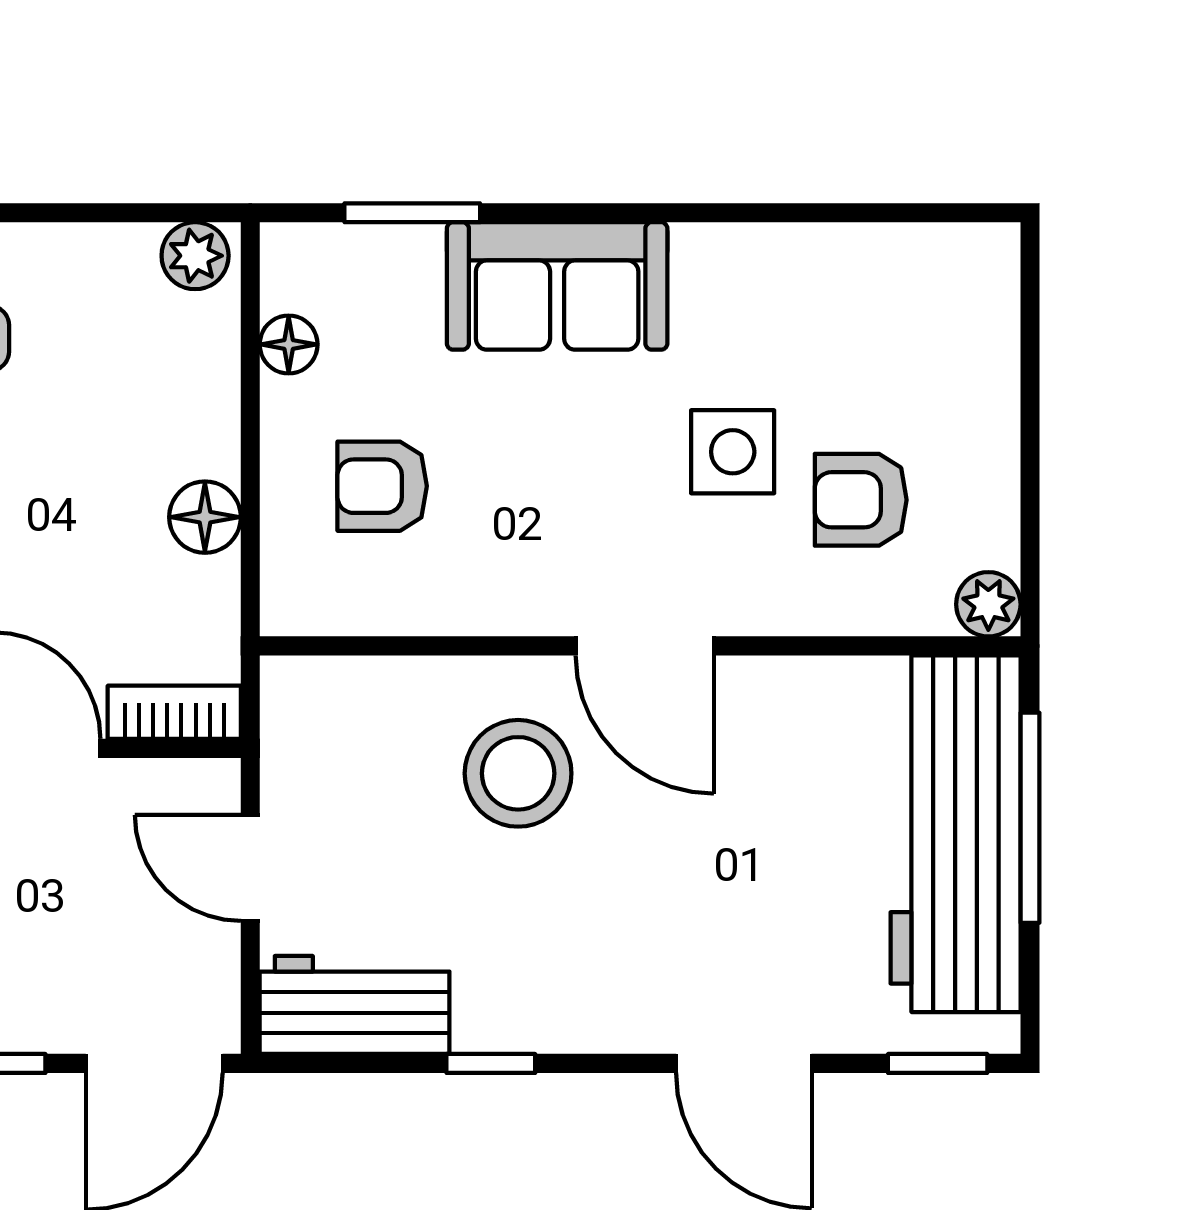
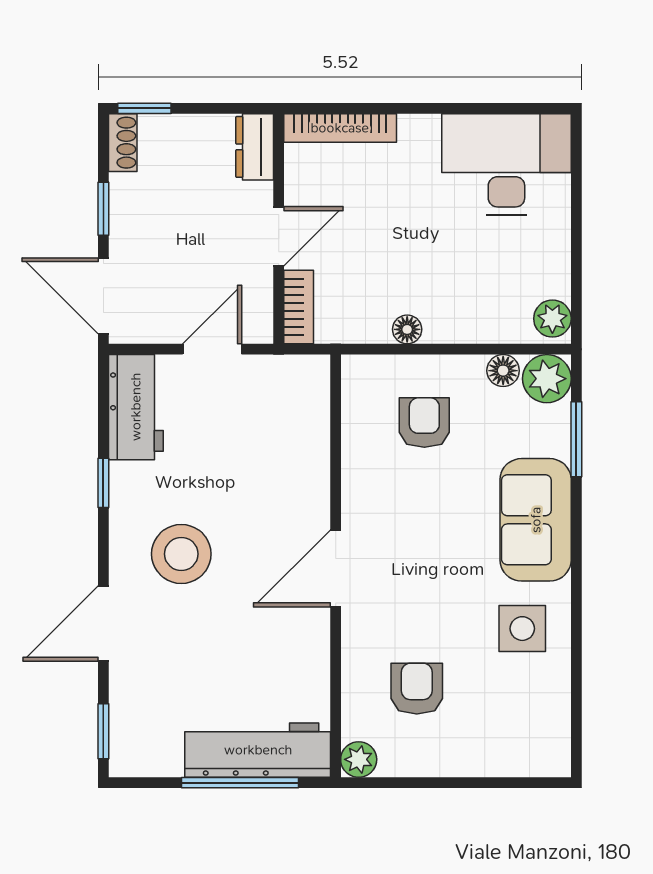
plant: (303, 266) -> (547, 379), added
side table: (733, 452) -> (522, 629), moved
floor lamp: (205, 517) -> (407, 329), width x0.73, depth x0.73
stool: (518, 773) -> (181, 554), moved
workbench: (956, 834) -> (258, 750), width x0.73, depth x0.76

